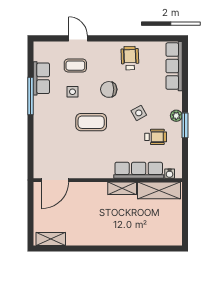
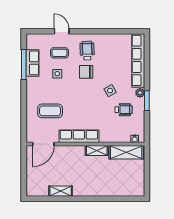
wheelchair: (130, 58) -> (87, 51), moved
row of seats: (174, 66) -> (138, 60), width x1.36
window: (30, 96) -> (24, 64), moved
coffee table: (91, 122) -> (50, 111), moved
row of seats: (139, 170) -> (79, 136), moved
shelving: (51, 239) -> (61, 191), moved

